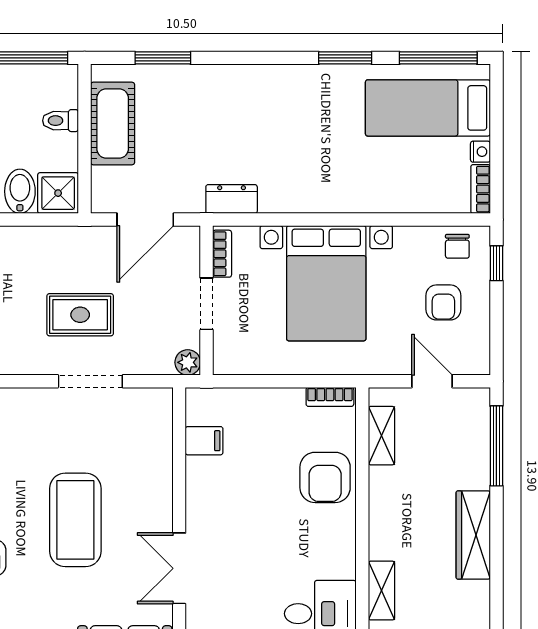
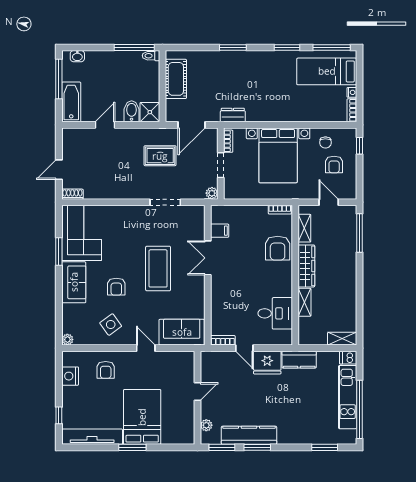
window: (163, 58) -> (233, 48), moved
toilet: (61, 121) -> (151, 56), moved
chair: (457, 246) -> (325, 142), moved
rug: (80, 315) -> (160, 156), moved
wardrobe: (473, 535) -> (306, 266), moved, turned 180
double door: (179, 568) -> (208, 258), moved

